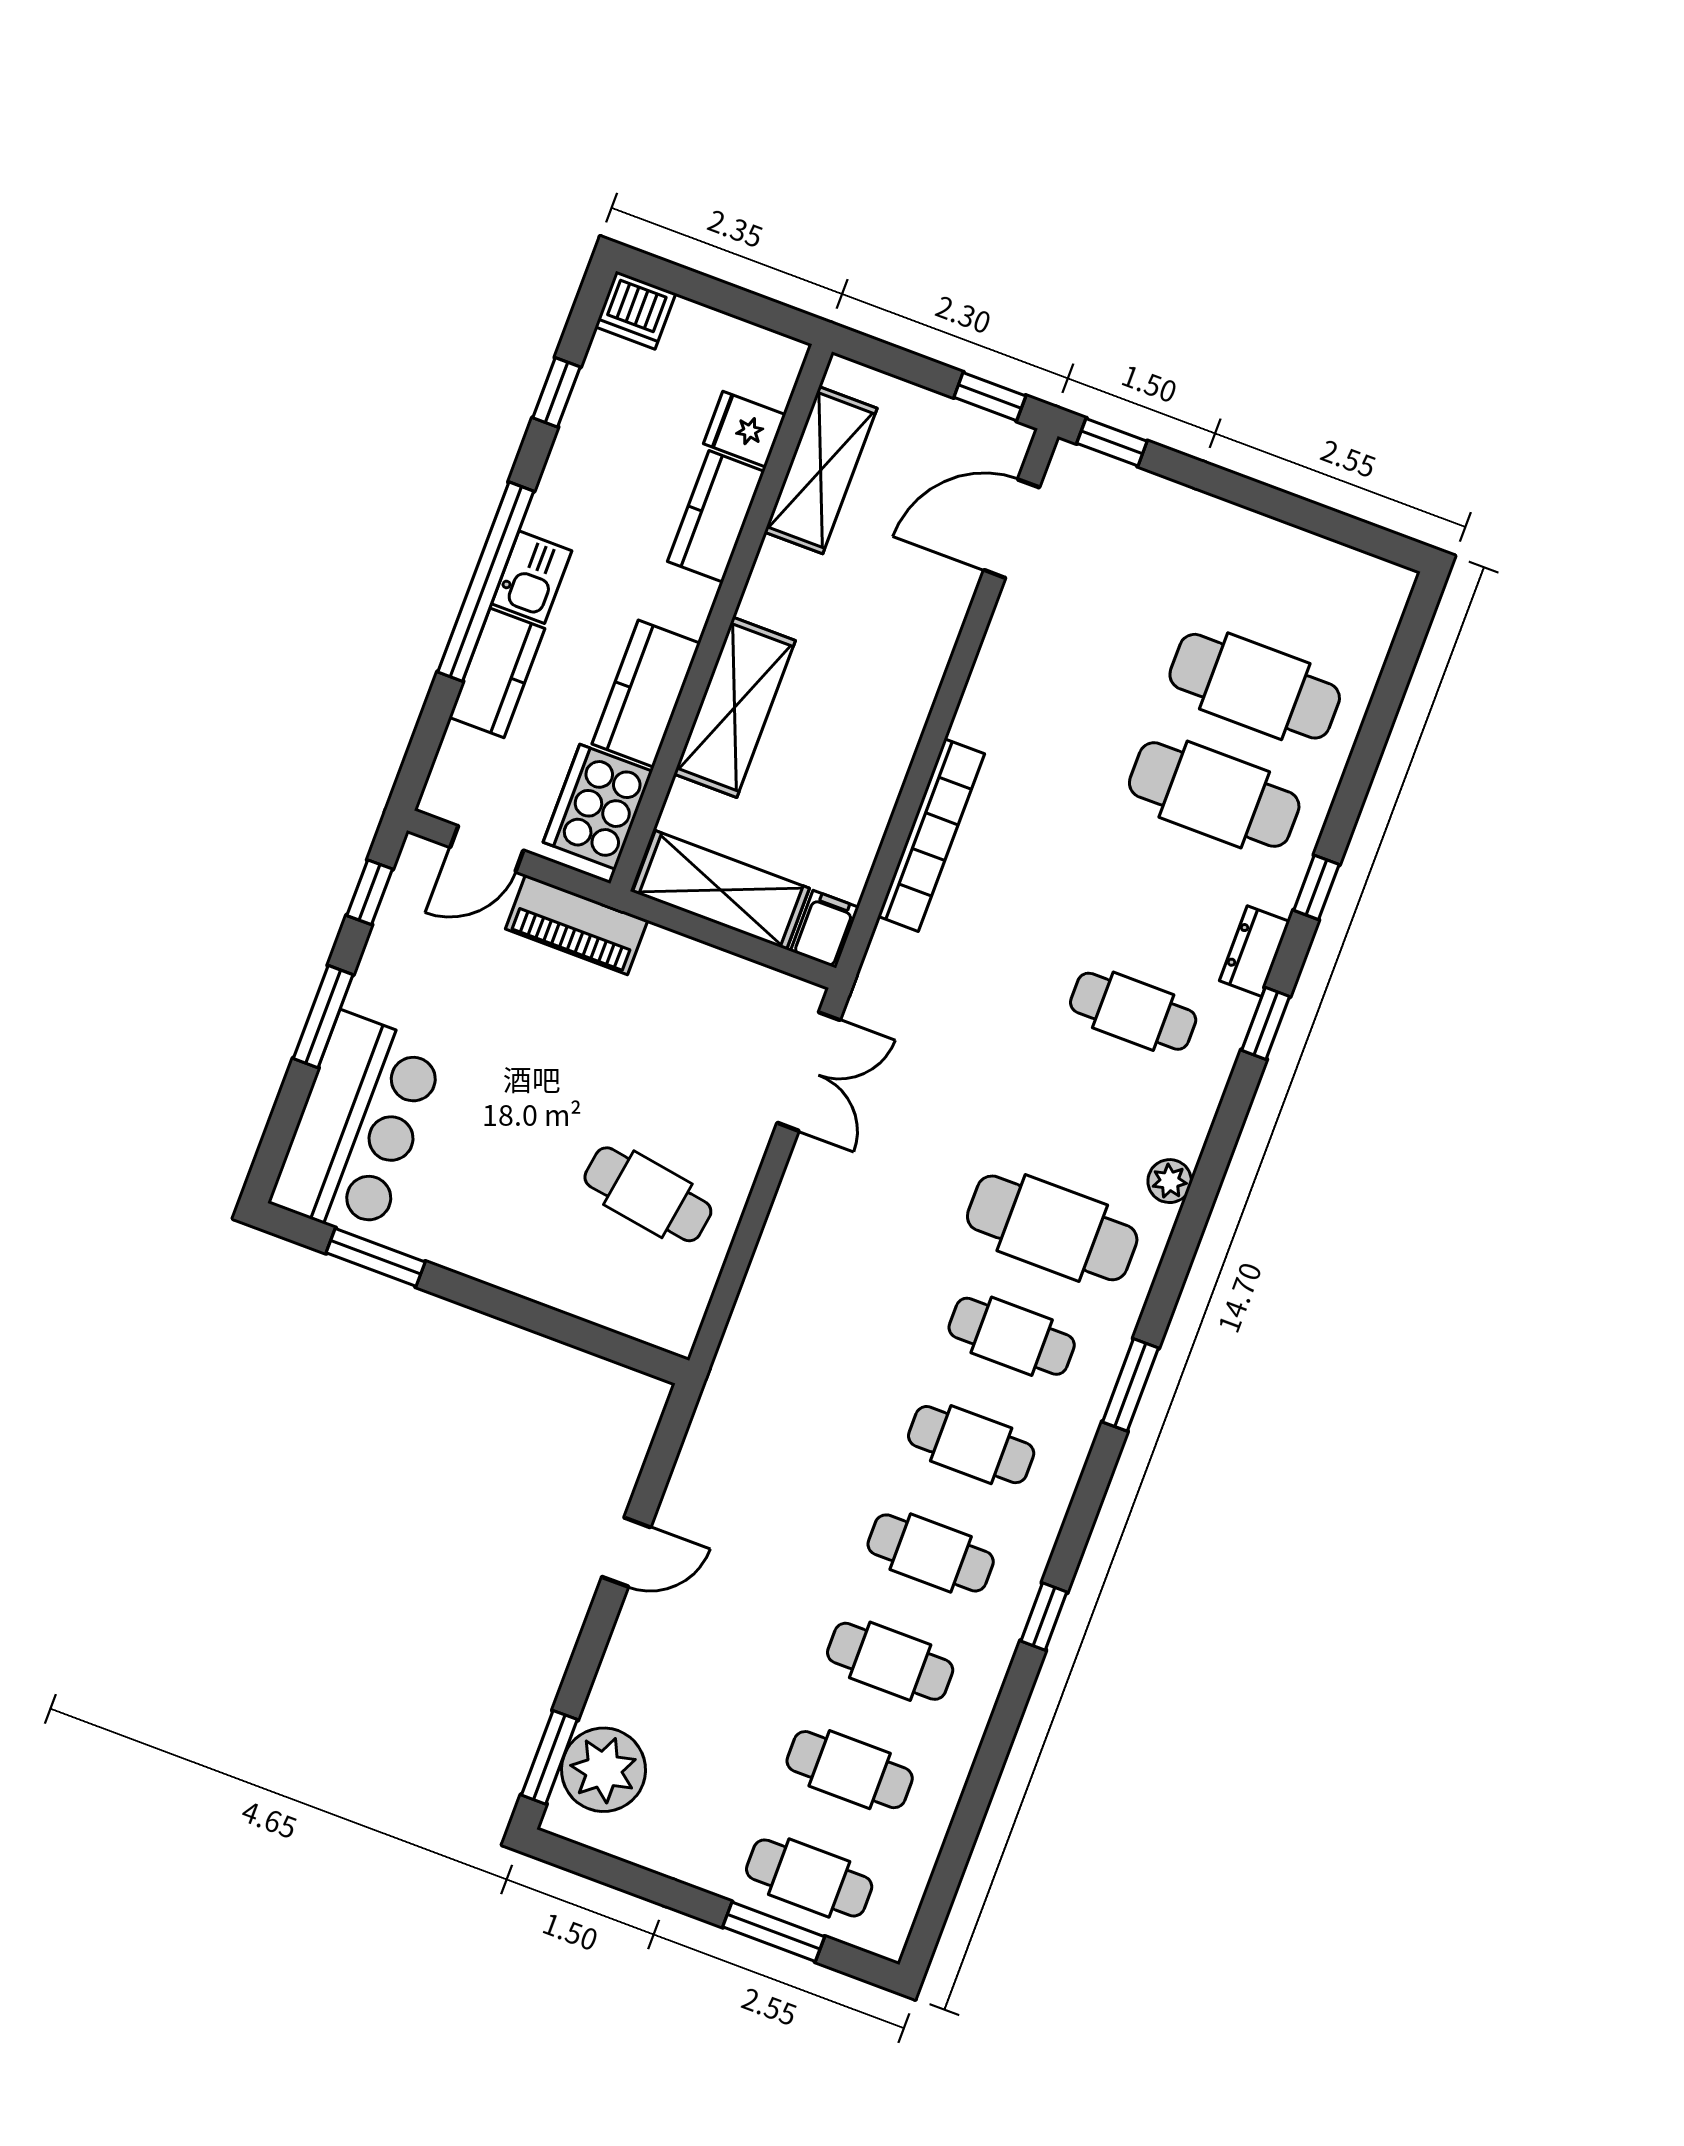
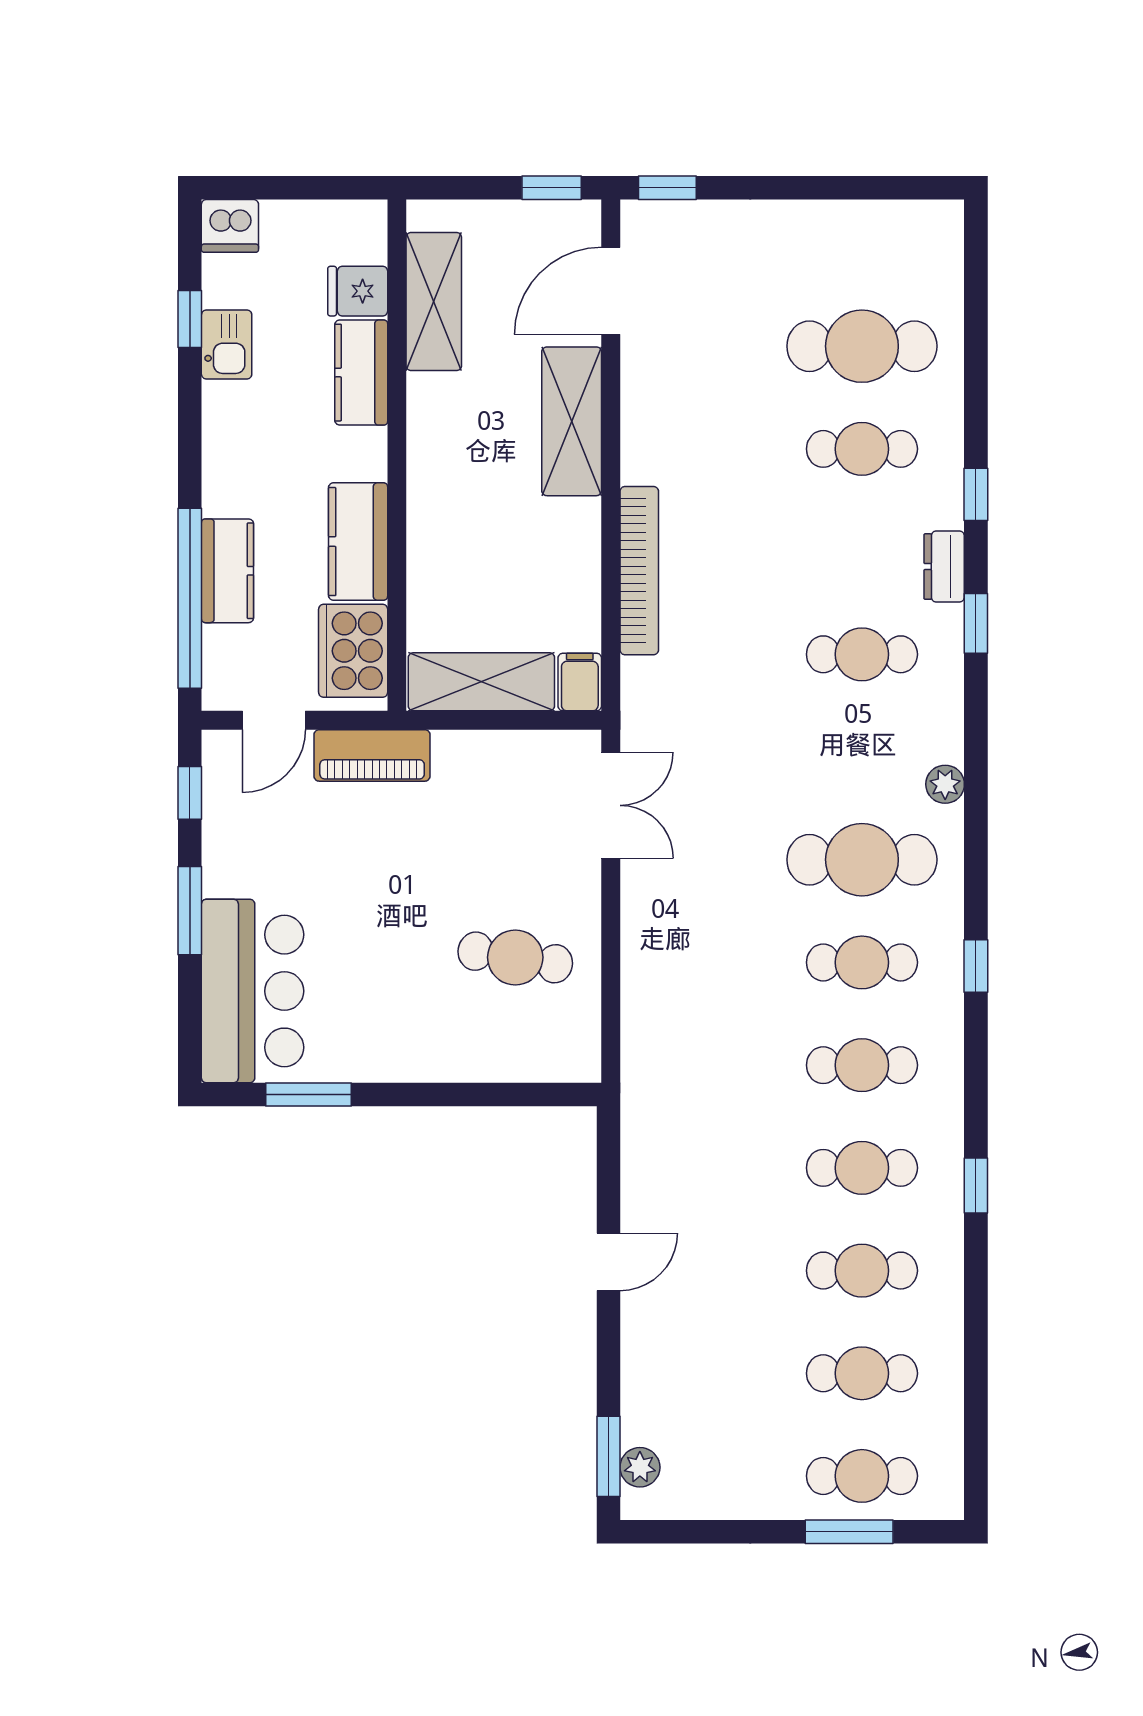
kitchen sink: (532, 577) -> (227, 344), moved
window: (486, 582) -> (190, 598), moved
shelving: (735, 707) -> (572, 421), moved
cafe table: (1214, 795) -> (862, 449), width x0.73, depth x0.74
window: (1130, 1385) -> (976, 966), width x0.67
plant: (604, 1770) -> (640, 1467), width x0.53, depth x0.53

